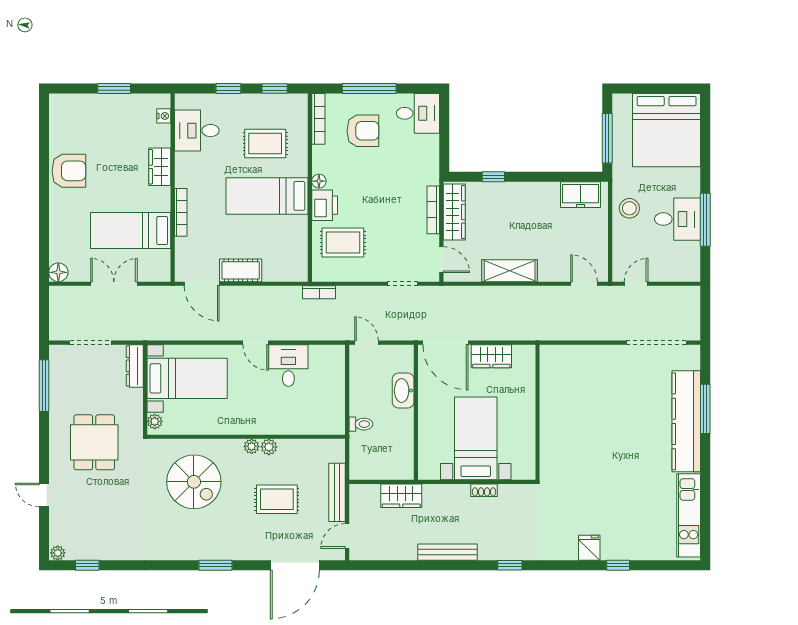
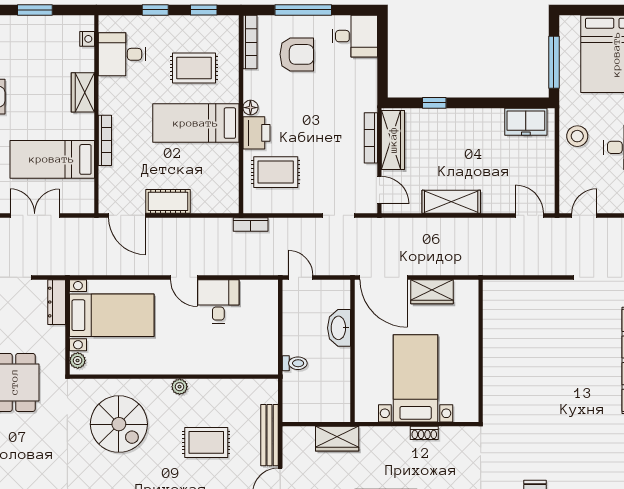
plant: (269, 447) -> (198, 387), removed

